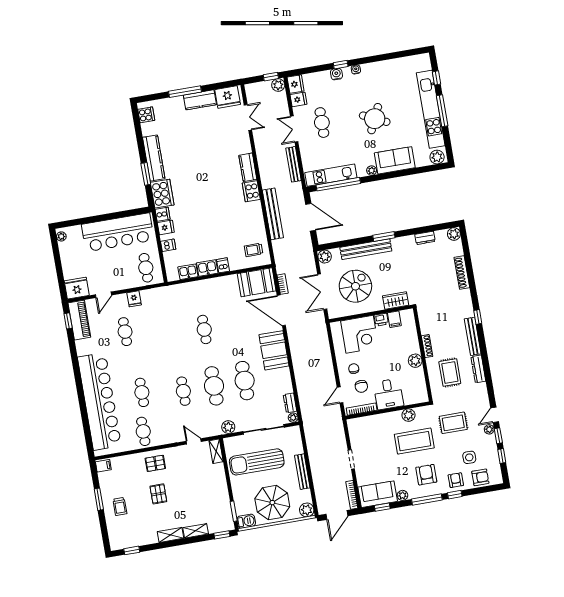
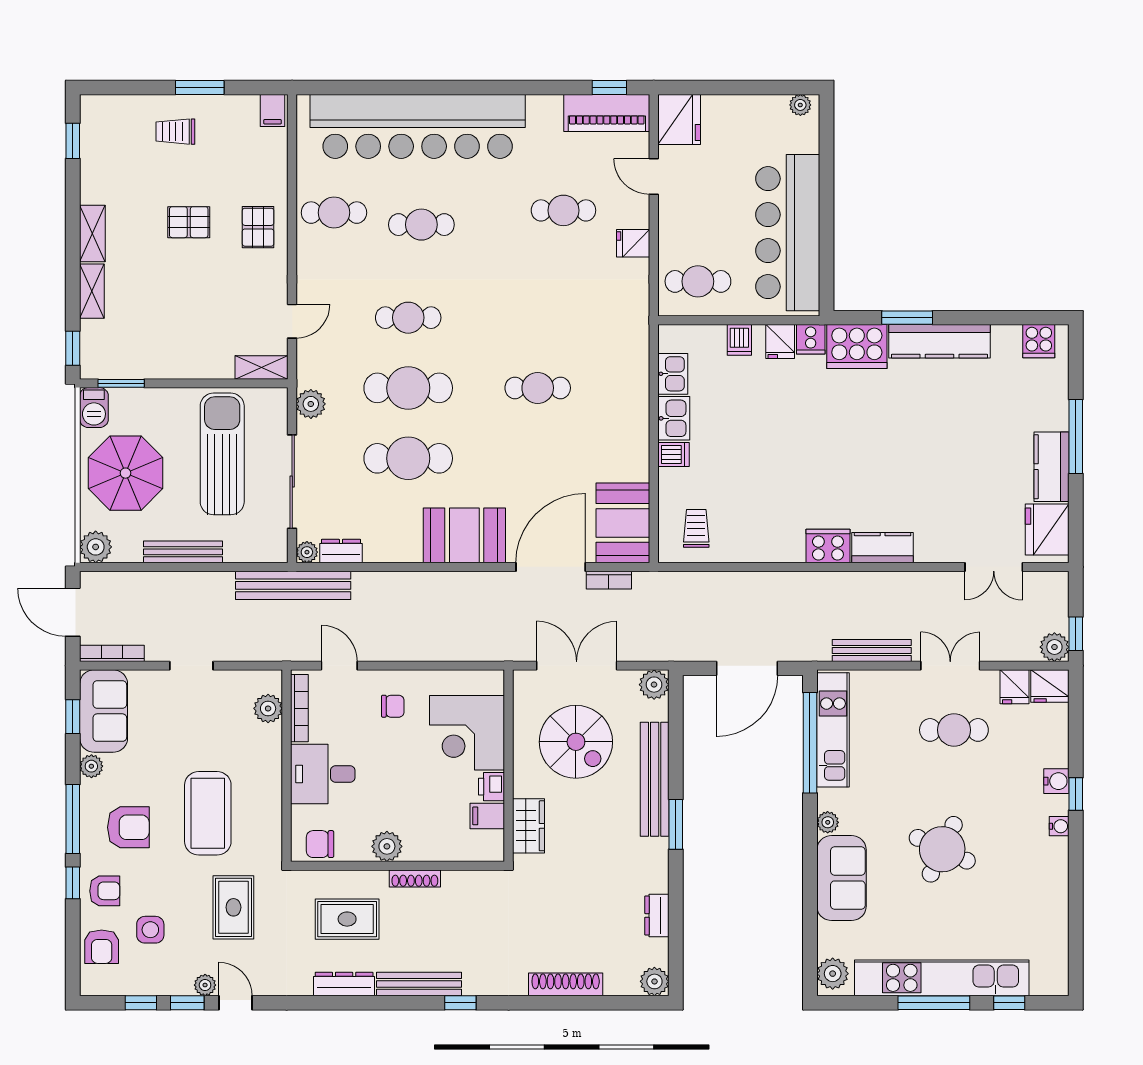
bench: (273, 214) -> (293, 585), moved
chair: (361, 386) -> (320, 844), moved
plant: (409, 415) -> (268, 708), moved

